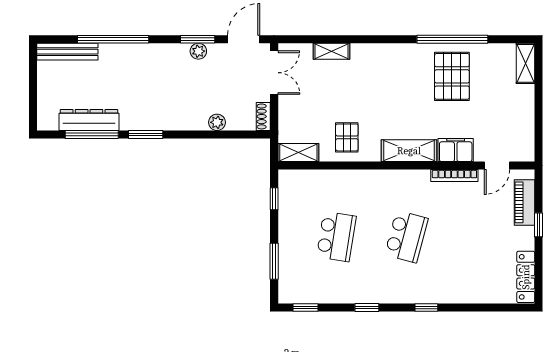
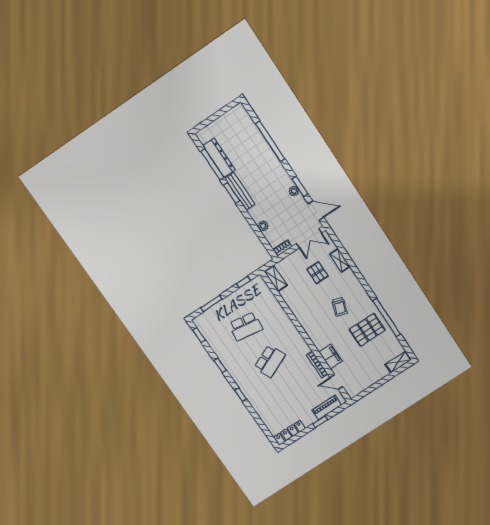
bench: (67, 52) -> (240, 191), moved
trolley: (395, 93) -> (340, 307), added
pallet: (347, 137) -> (317, 273), moved, turned 90
shelving: (409, 151) -> (315, 334), removed
school desk: (406, 237) -> (270, 361), turned -39

